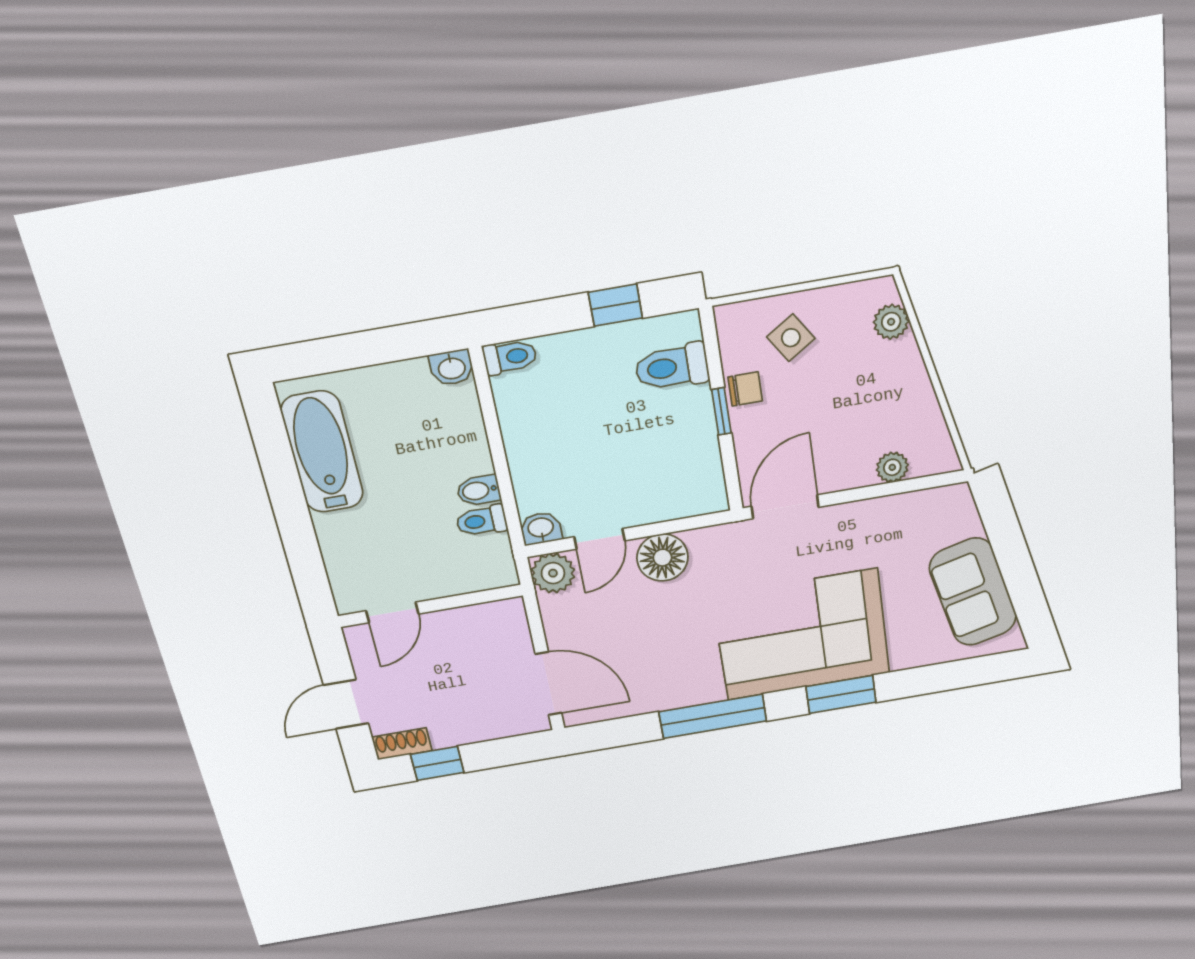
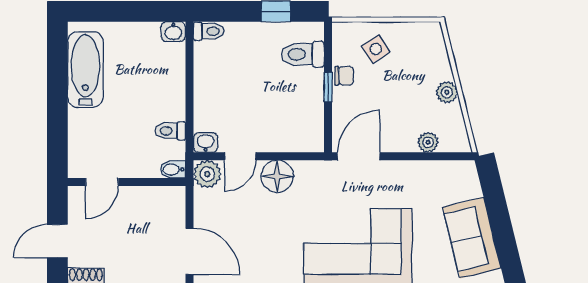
plant: (891, 322) -> (447, 92), moved
bidet: (479, 490) -> (173, 169), moved

